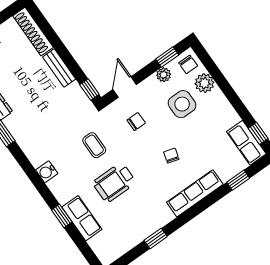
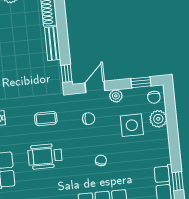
plant: (164, 75) -> (116, 96), moved
coffee table: (94, 145) -> (46, 119), turned 90

